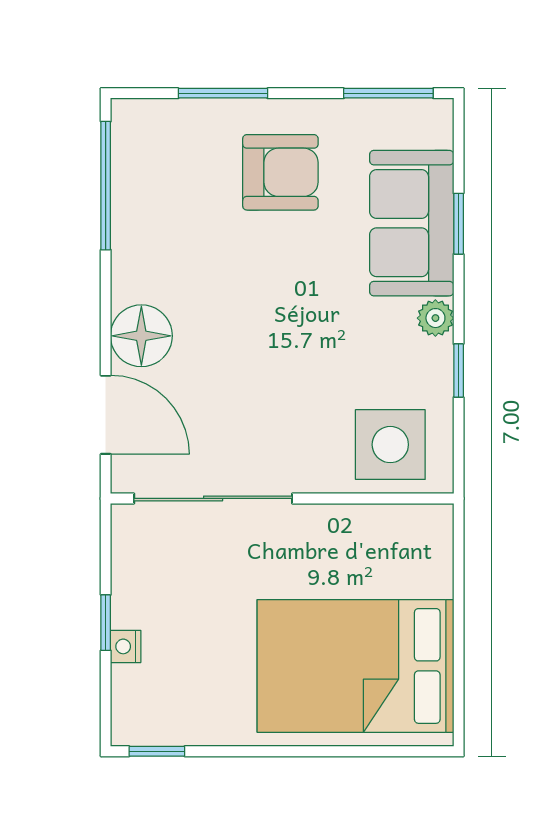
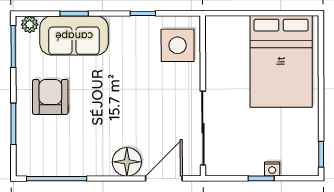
plant: (435, 318) -> (30, 24), moved

